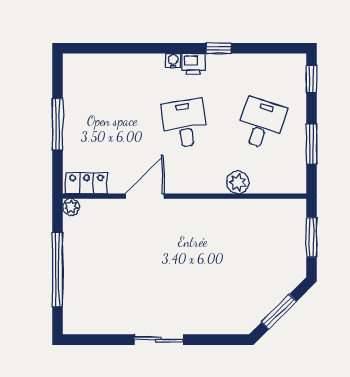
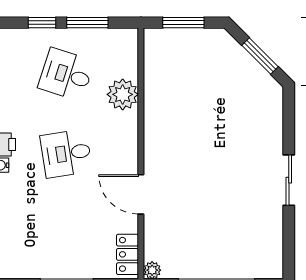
window: (312, 79) -> (42, 23), moved
plant: (238, 182) -> (123, 94), width x1.36, depth x1.36

